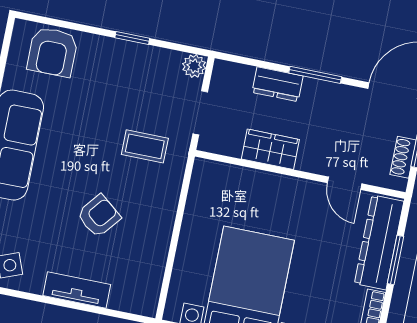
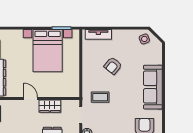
door: (345, 183) -> (31, 98), moved
tv unit: (77, 290) -> (98, 34), moved

